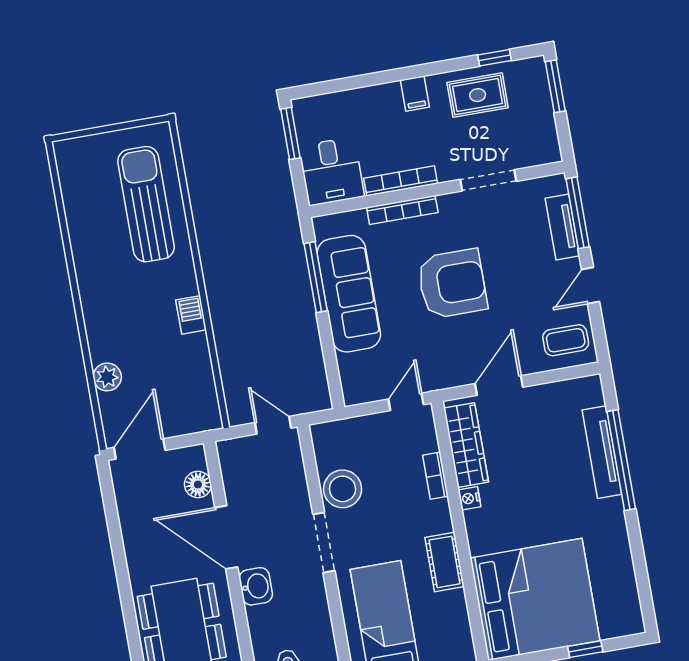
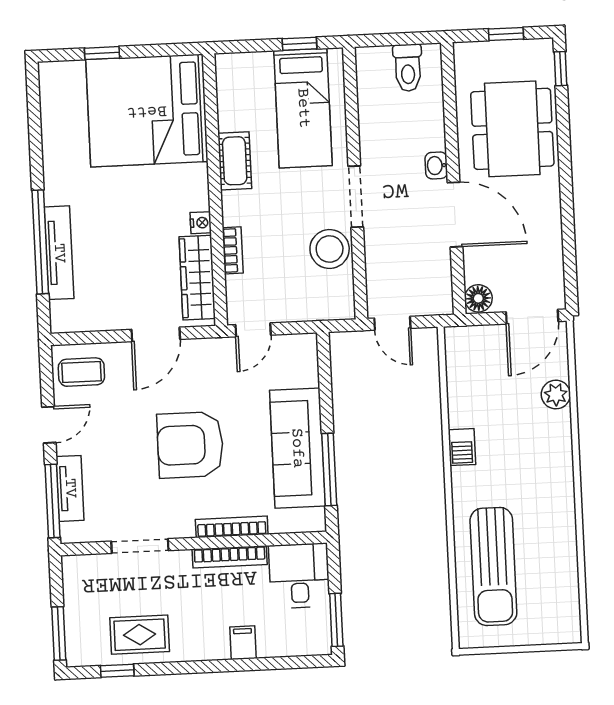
filing cabinet: (415, 93) -> (243, 643), moved
floor lamp: (198, 485) -> (478, 298), moved
washbasin: (256, 586) -> (436, 165), width x0.72, depth x0.69

